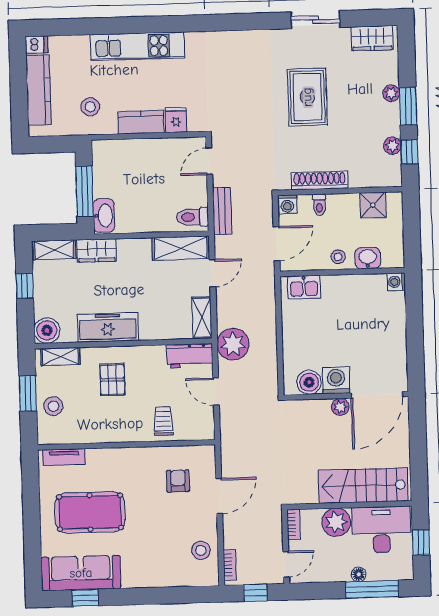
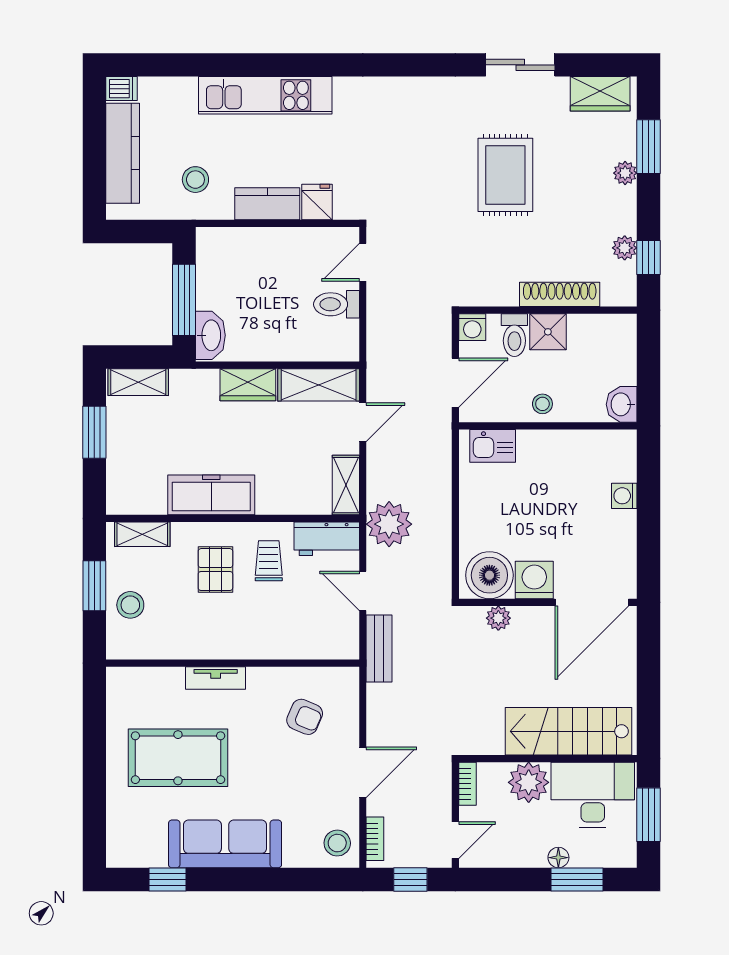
window: (408, 106) -> (649, 147), moved
shoe rack: (320, 180) -> (560, 294), moved
toilet: (319, 205) -> (514, 335), width x1.37, depth x1.39
shower: (373, 205) -> (548, 332), moved
bench: (222, 211) -> (379, 649), moved
toilet: (192, 217) -> (337, 304), moved
wardrobe: (97, 250) -> (248, 385), moved
washbasin: (368, 258) -> (622, 404), moved, turned -90
washing machine: (396, 282) -> (624, 496), moved
window: (25, 286) -> (94, 432), width x1.50
boiler: (47, 330) -> (124, 497), removed
boiler: (309, 382) -> (489, 575), width x1.37, depth x1.37
plant: (340, 407) -> (498, 618), moved
trolley: (163, 421) -> (269, 561), moved
tv unit: (64, 457) -> (216, 678), moved
armchair: (178, 481) -> (305, 717), turned 113
door: (219, 496) -> (363, 772), moved
window: (421, 542) -> (649, 815), width x1.50
stool: (201, 550) -> (337, 843), moved
sofa: (81, 573) -> (225, 844), moved
window: (372, 589) -> (577, 879), width x0.69

